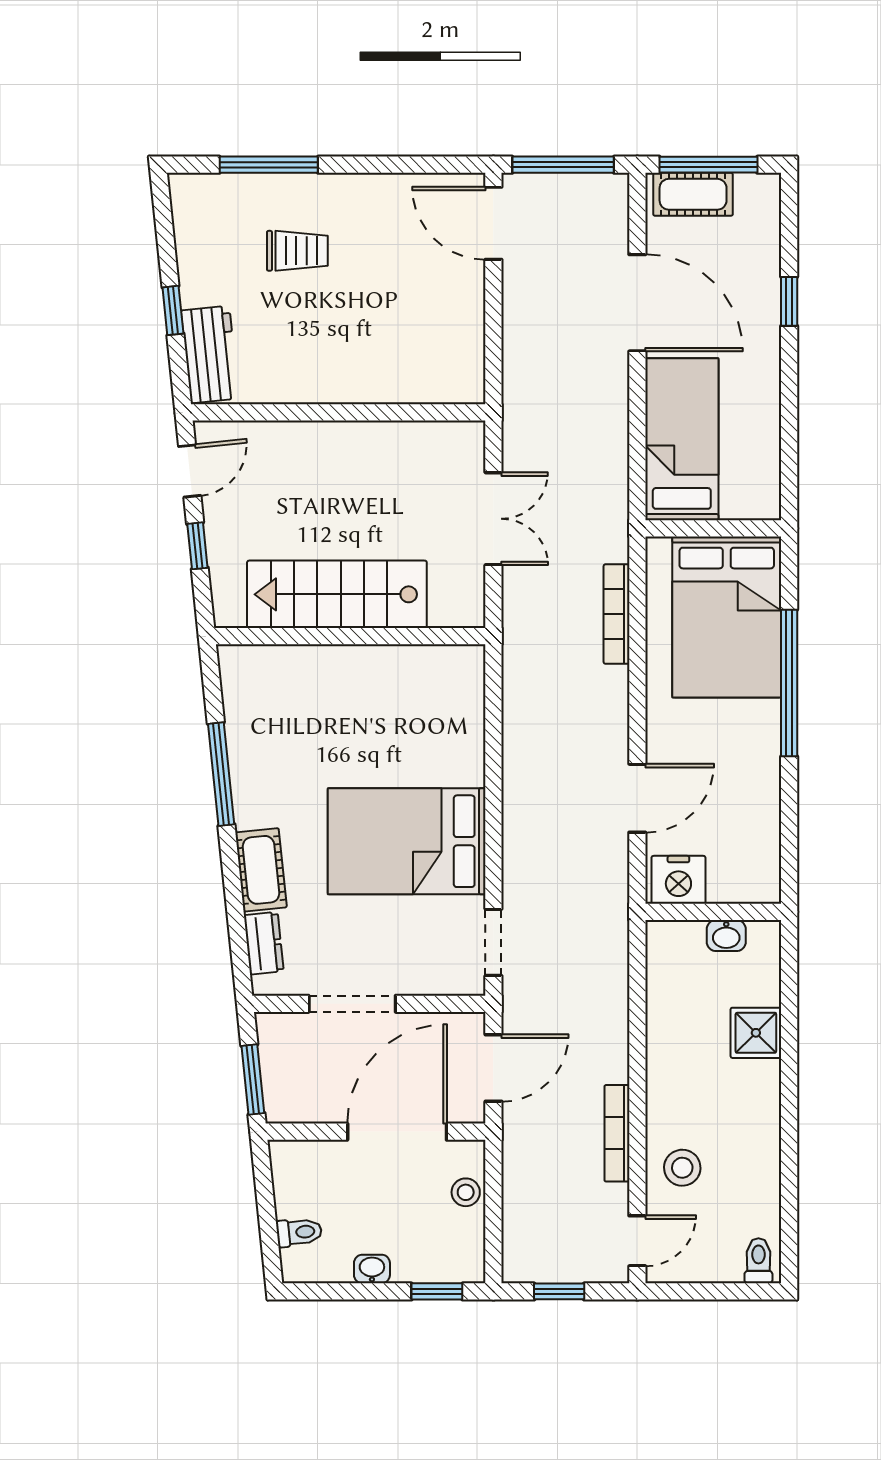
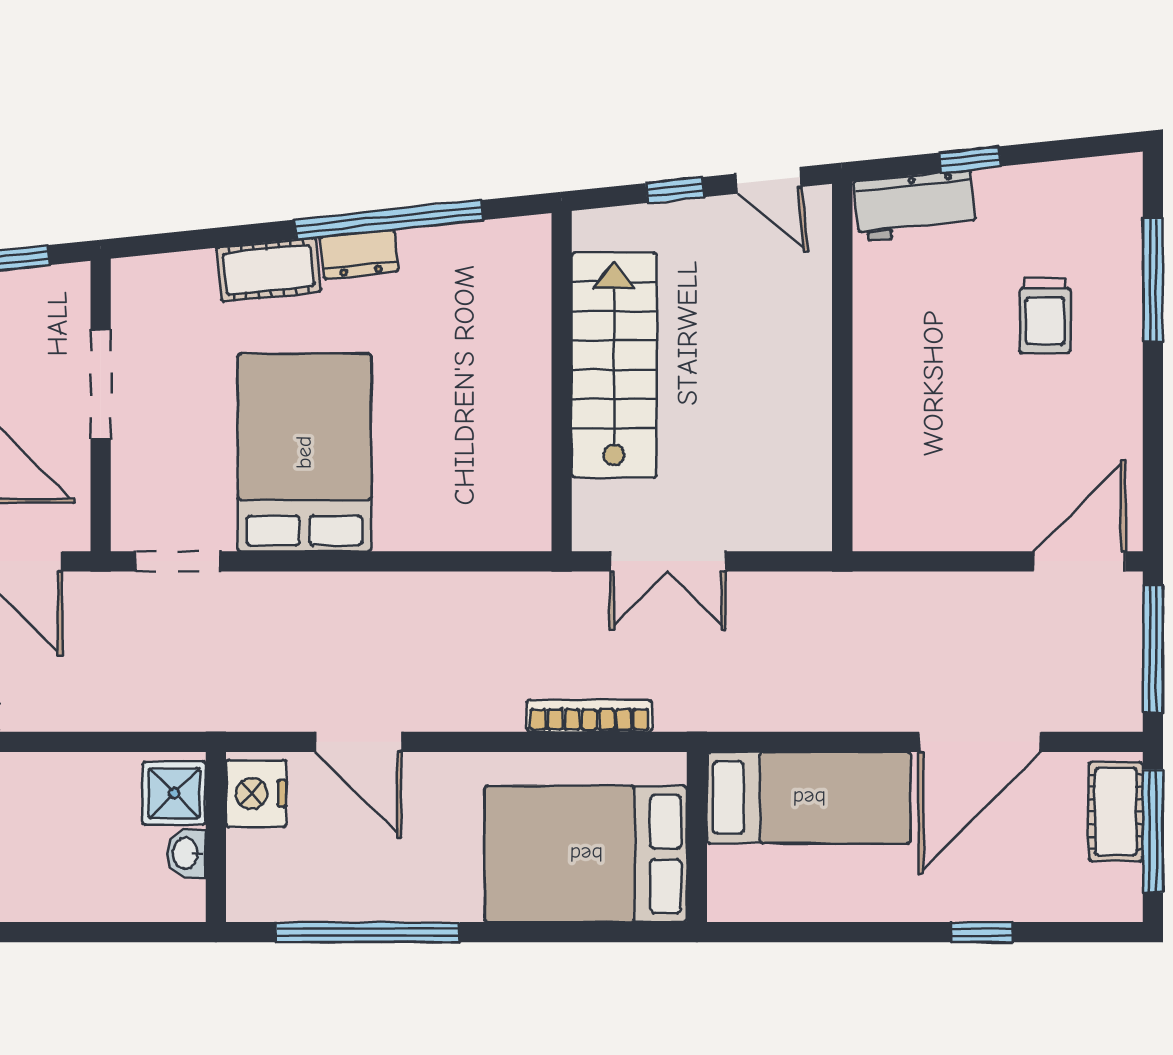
double door: (493, 519) -> (668, 561), moved
window: (789, 683) -> (368, 932), moved
window: (221, 774) -> (389, 220), width x1.46
dresser: (264, 943) -> (359, 254), moved
shower: (756, 1033) -> (174, 793), moved

